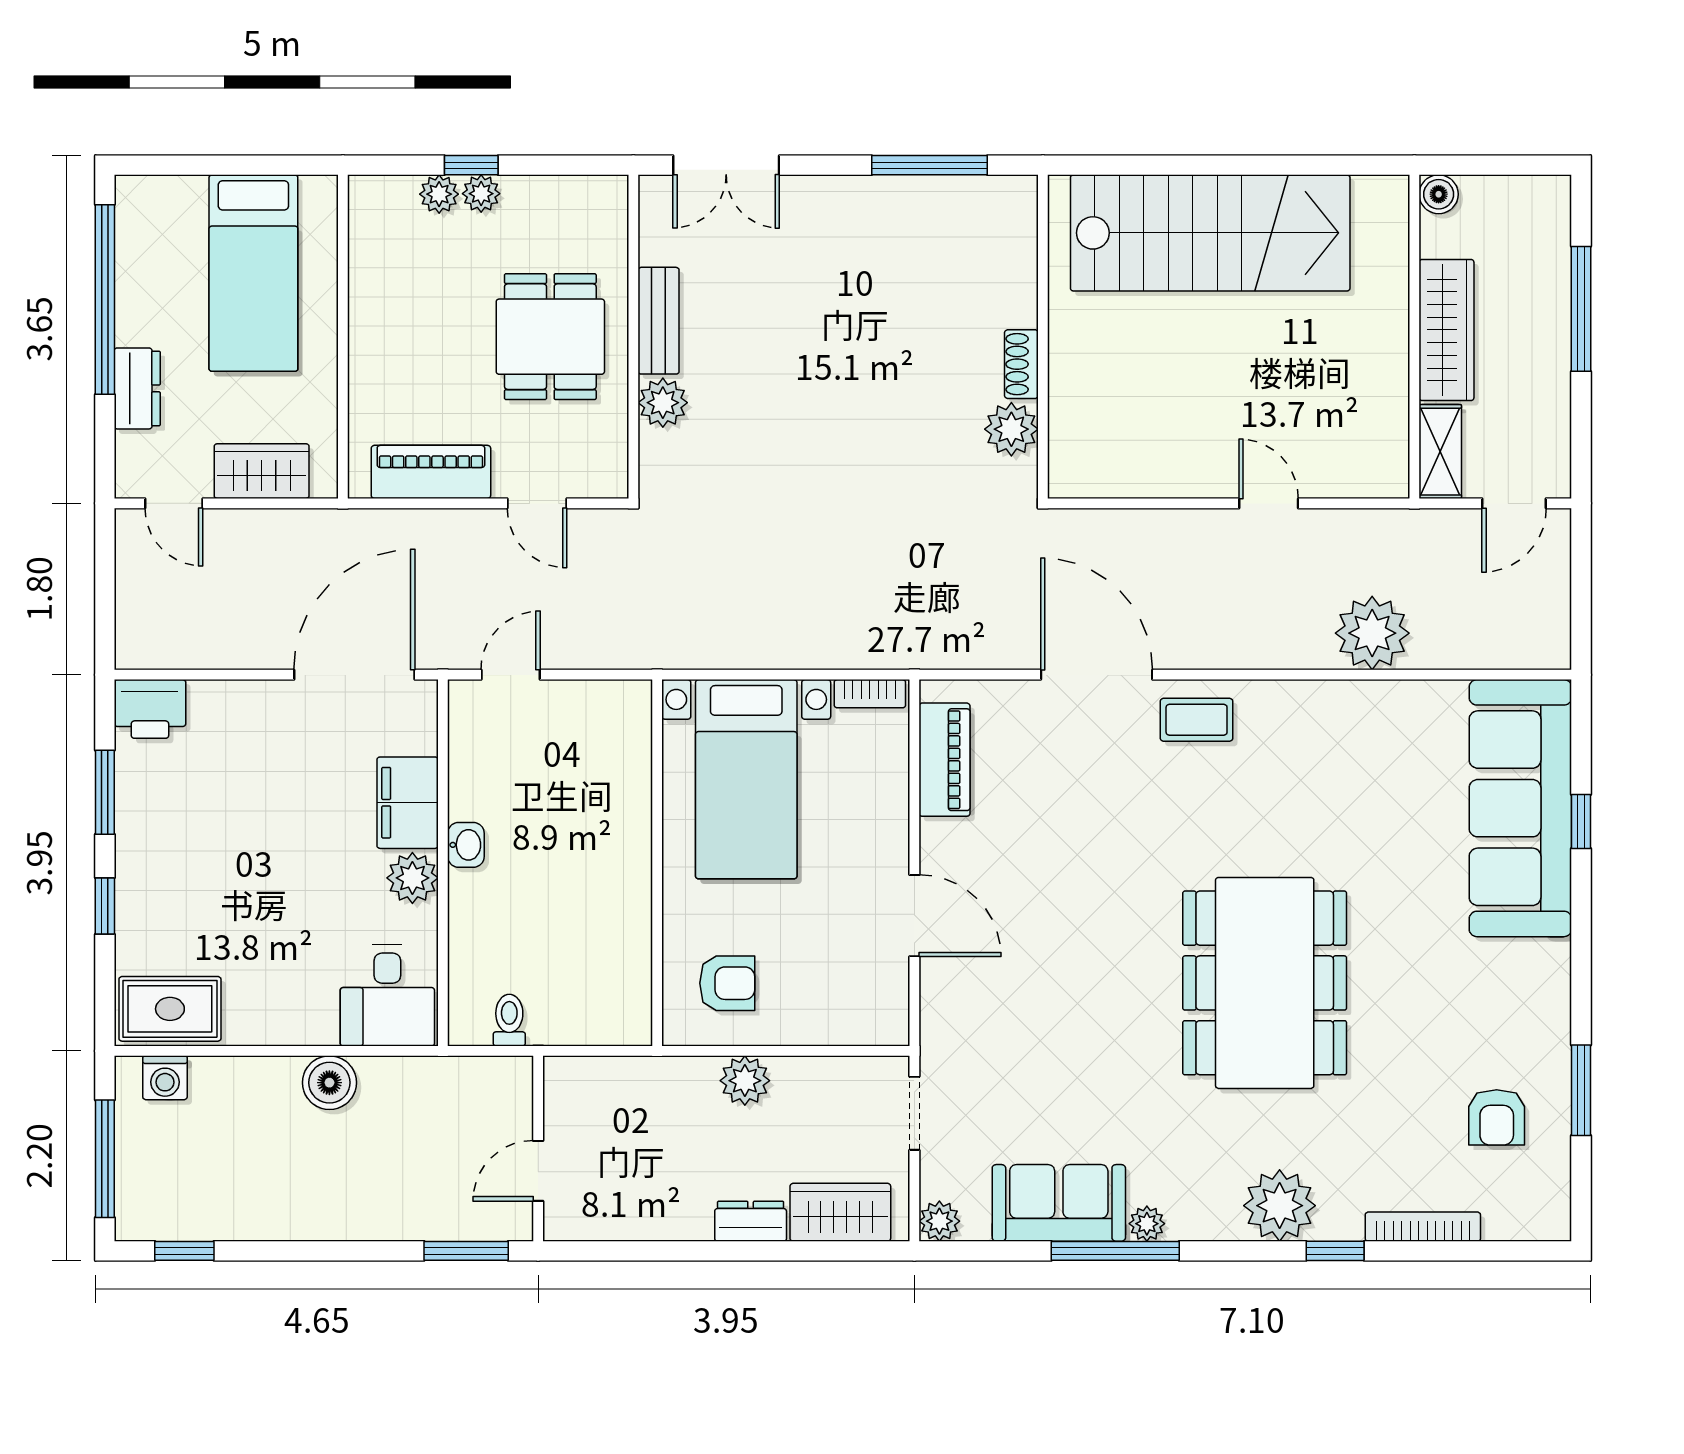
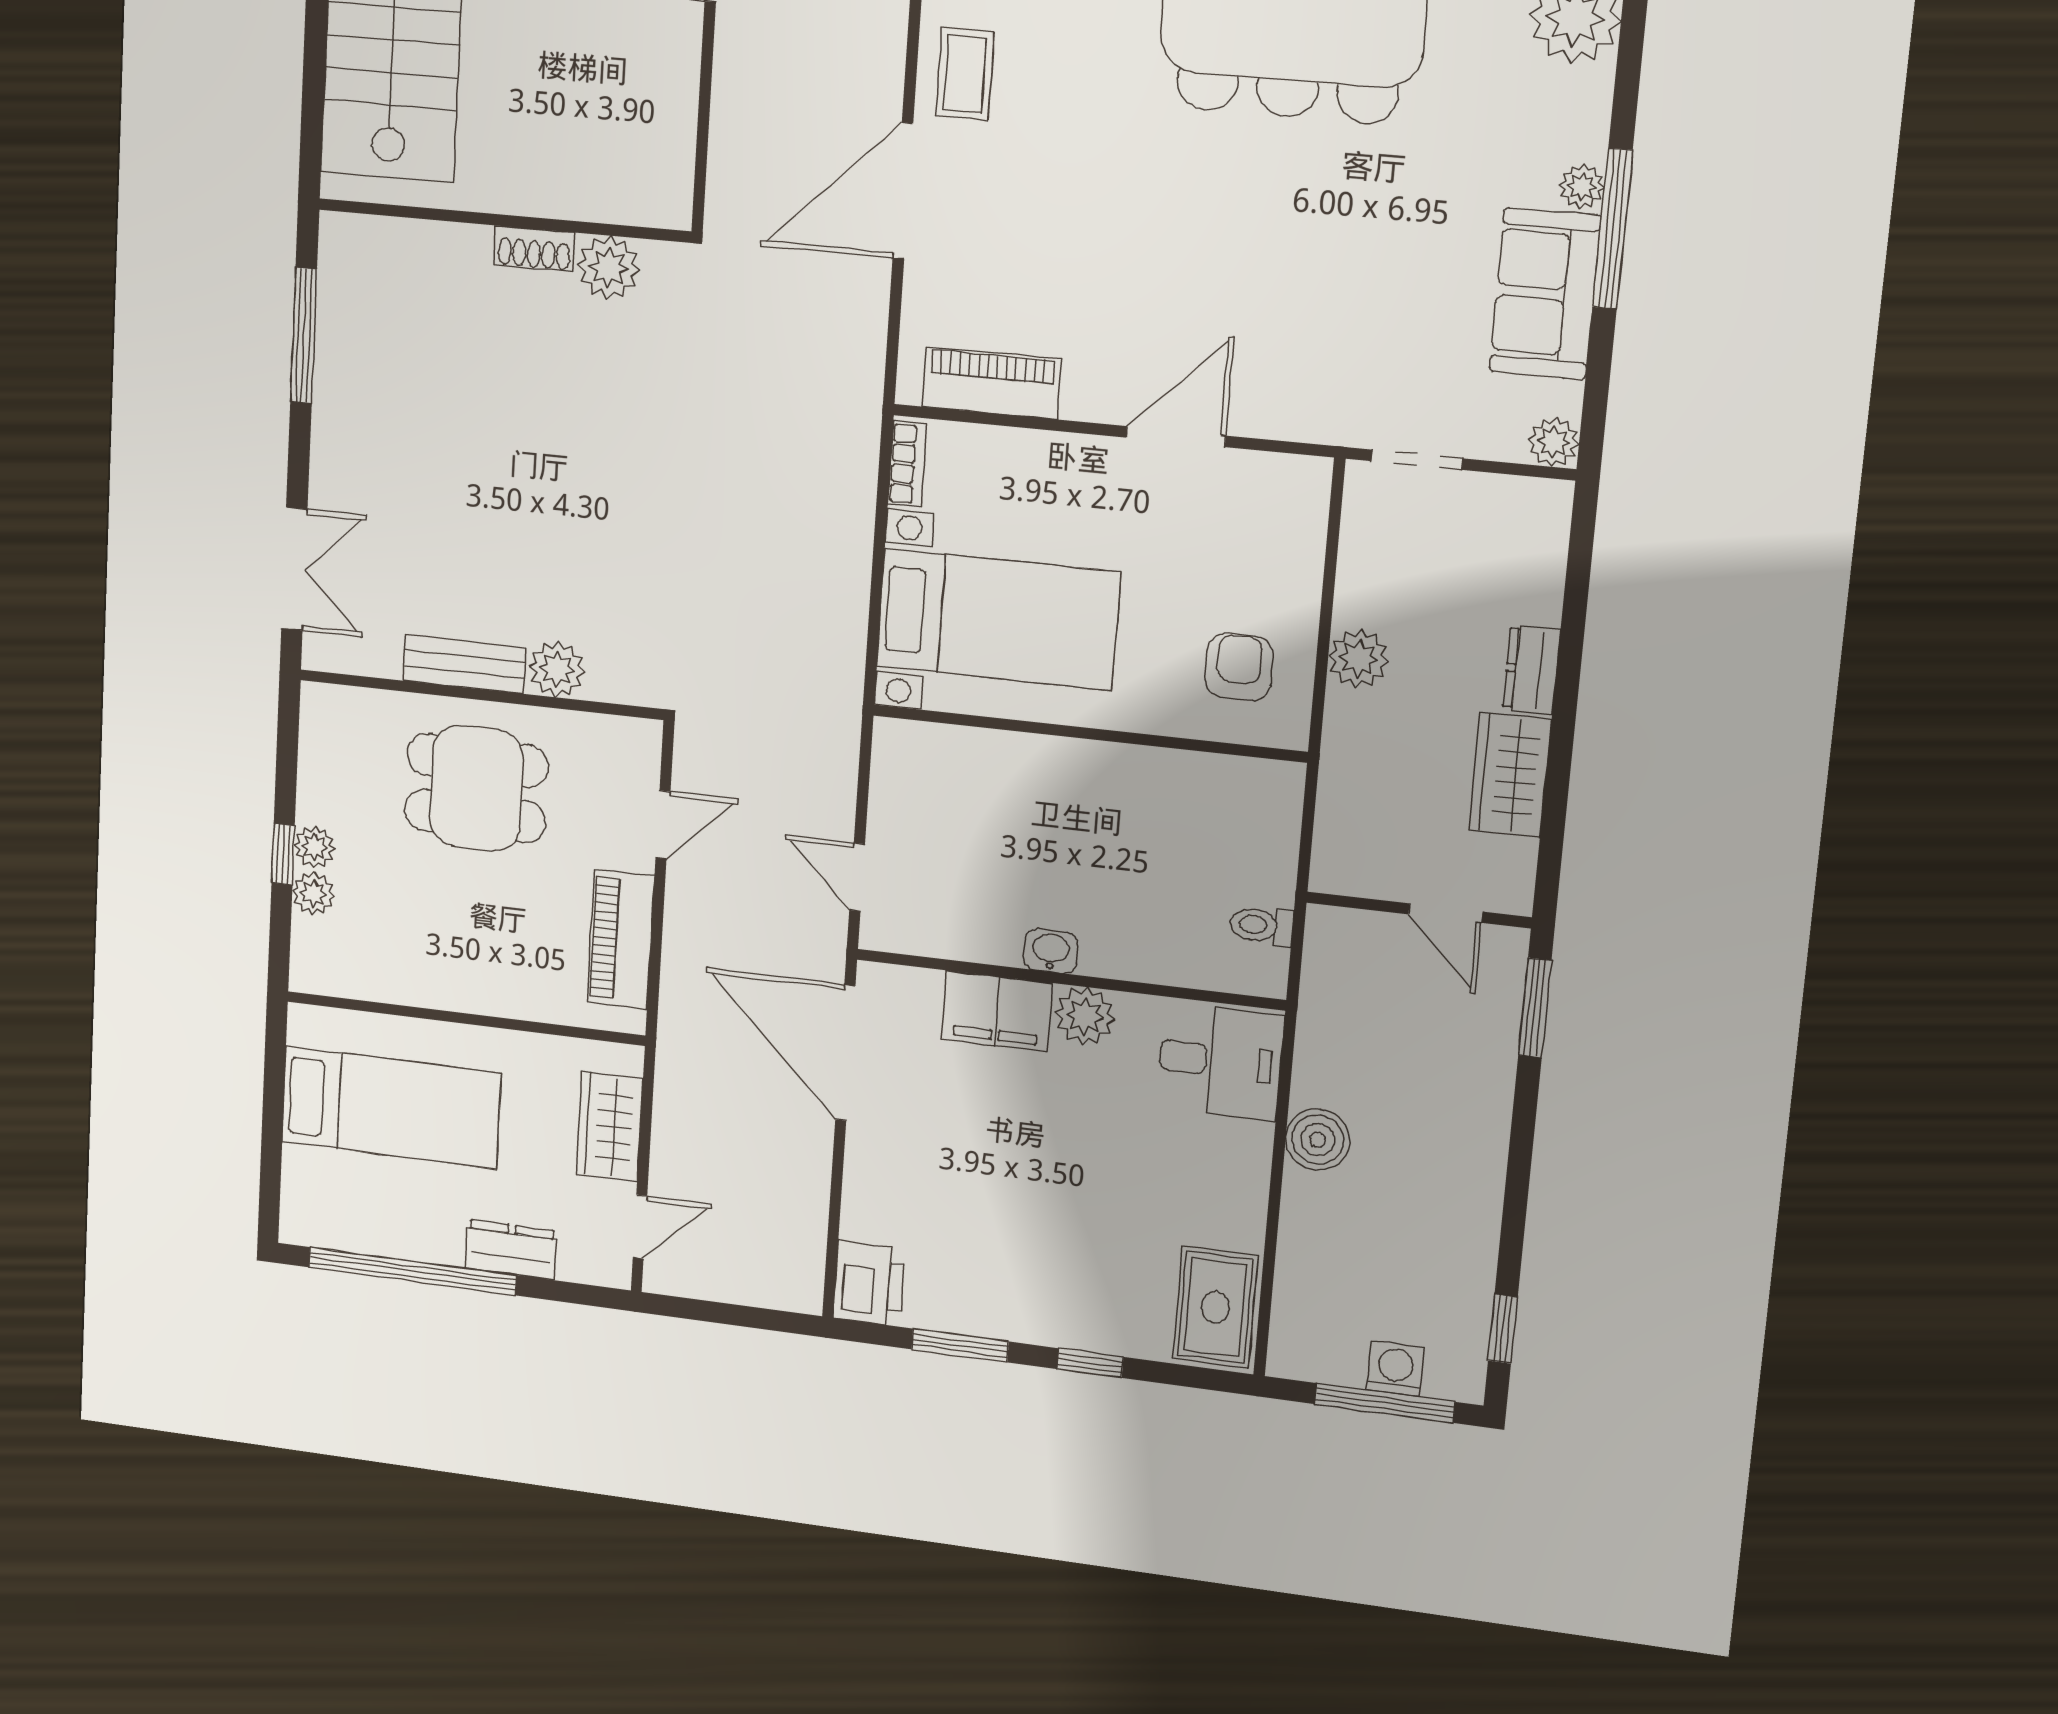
washing machine: (165, 1078) -> (1395, 1369), moved, turned -90
wardrobe: (840, 1212) -> (1510, 775), moved

